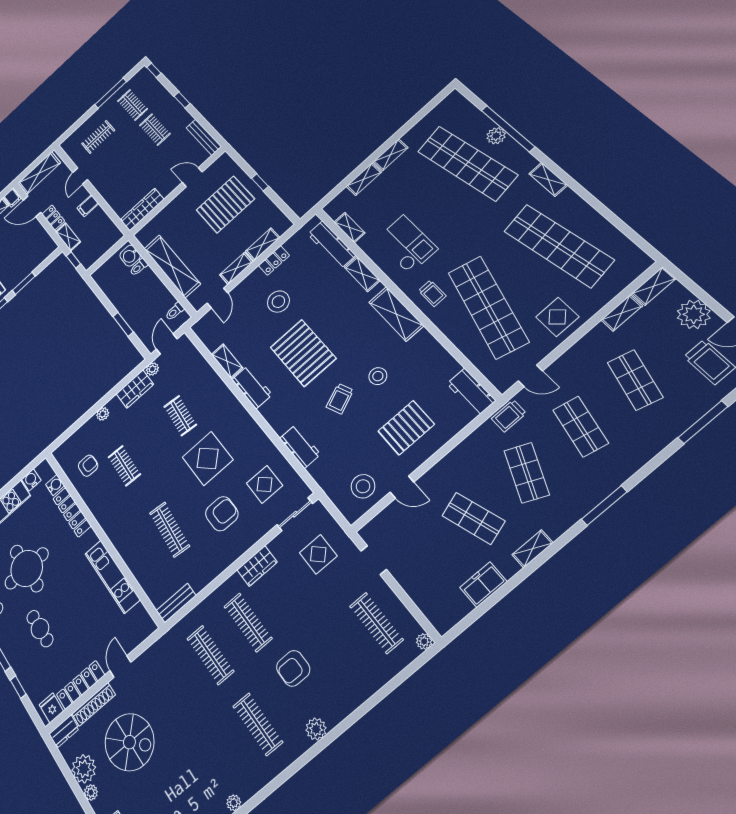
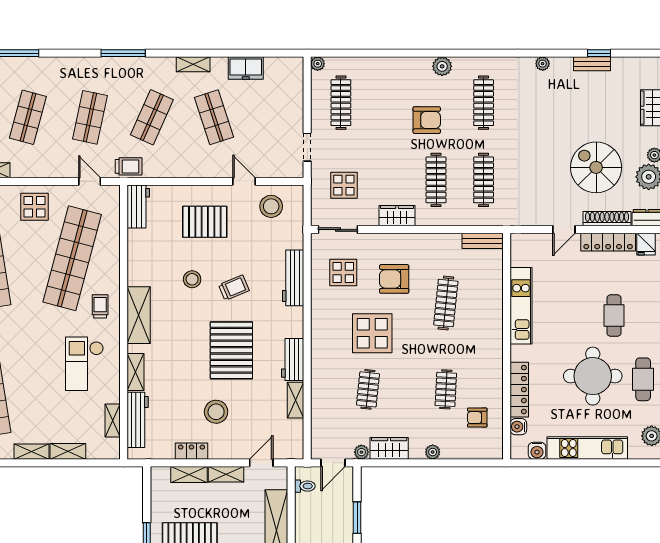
workbench: (300, 446) -> (293, 278), width x1.38

